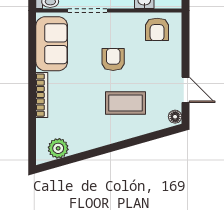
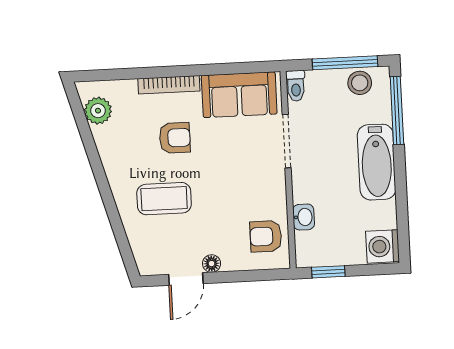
armchair: (113, 59) -> (175, 138), moved
coffee table: (125, 103) -> (164, 199), turned 90
floor lamp: (175, 117) -> (212, 264), moved

